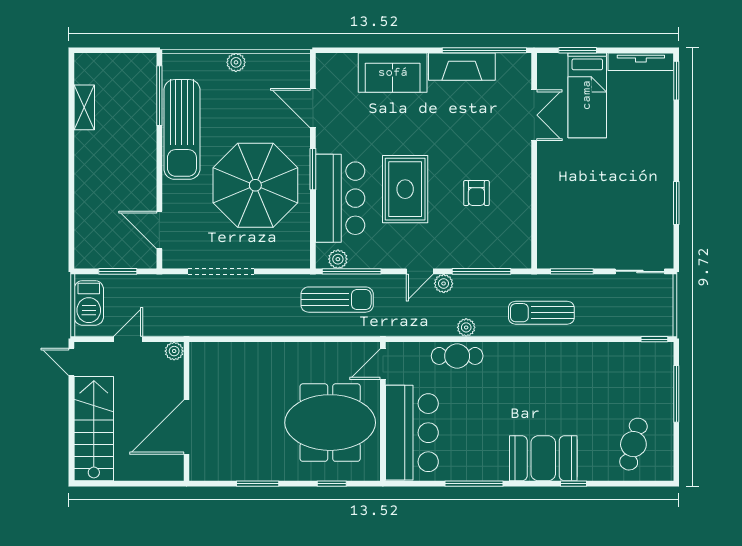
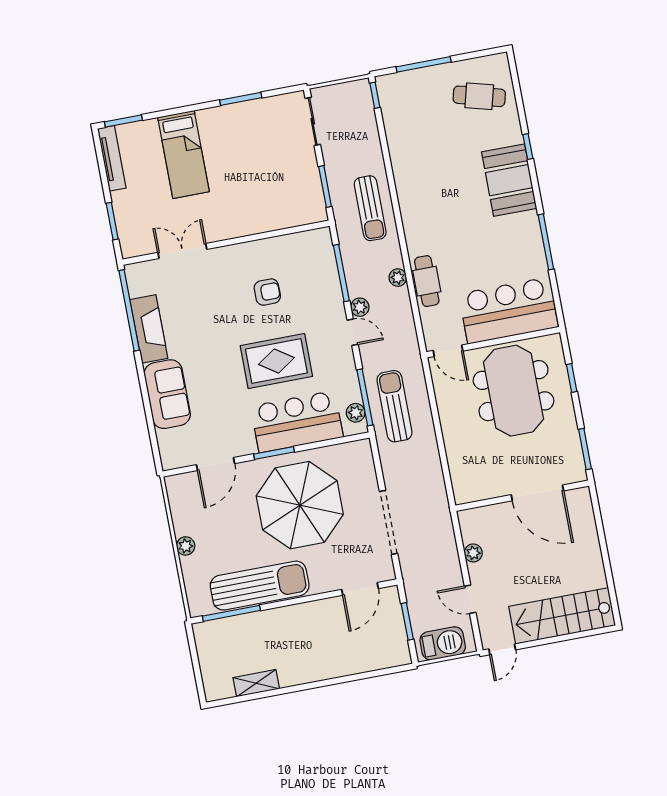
bed: (587, 95) -> (184, 154), moved, turned 90
wall: (186, 411) -> (522, 496), moved
door: (186, 427) -> (537, 493), moved

